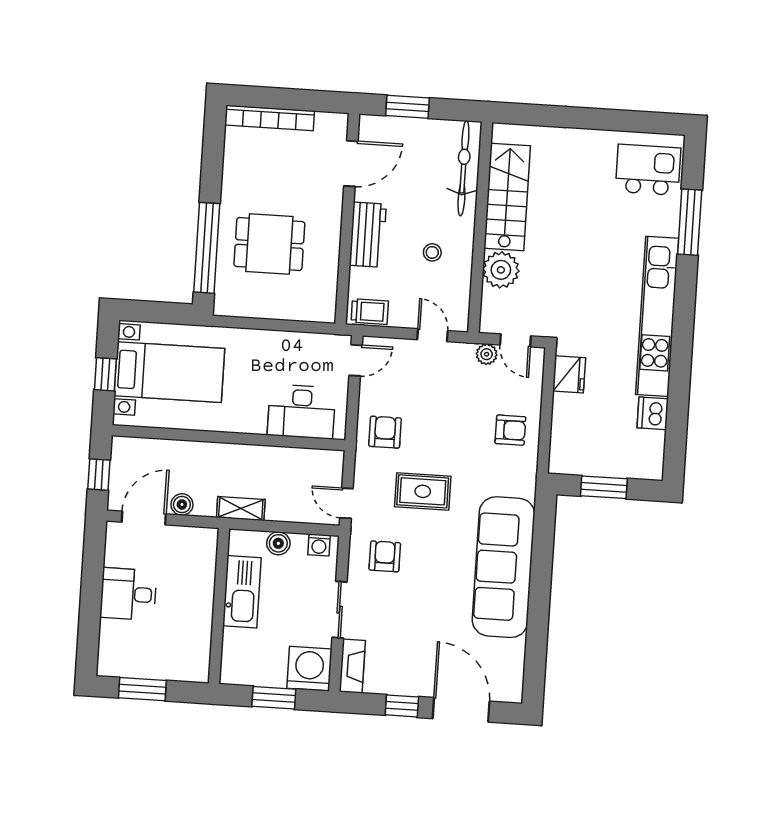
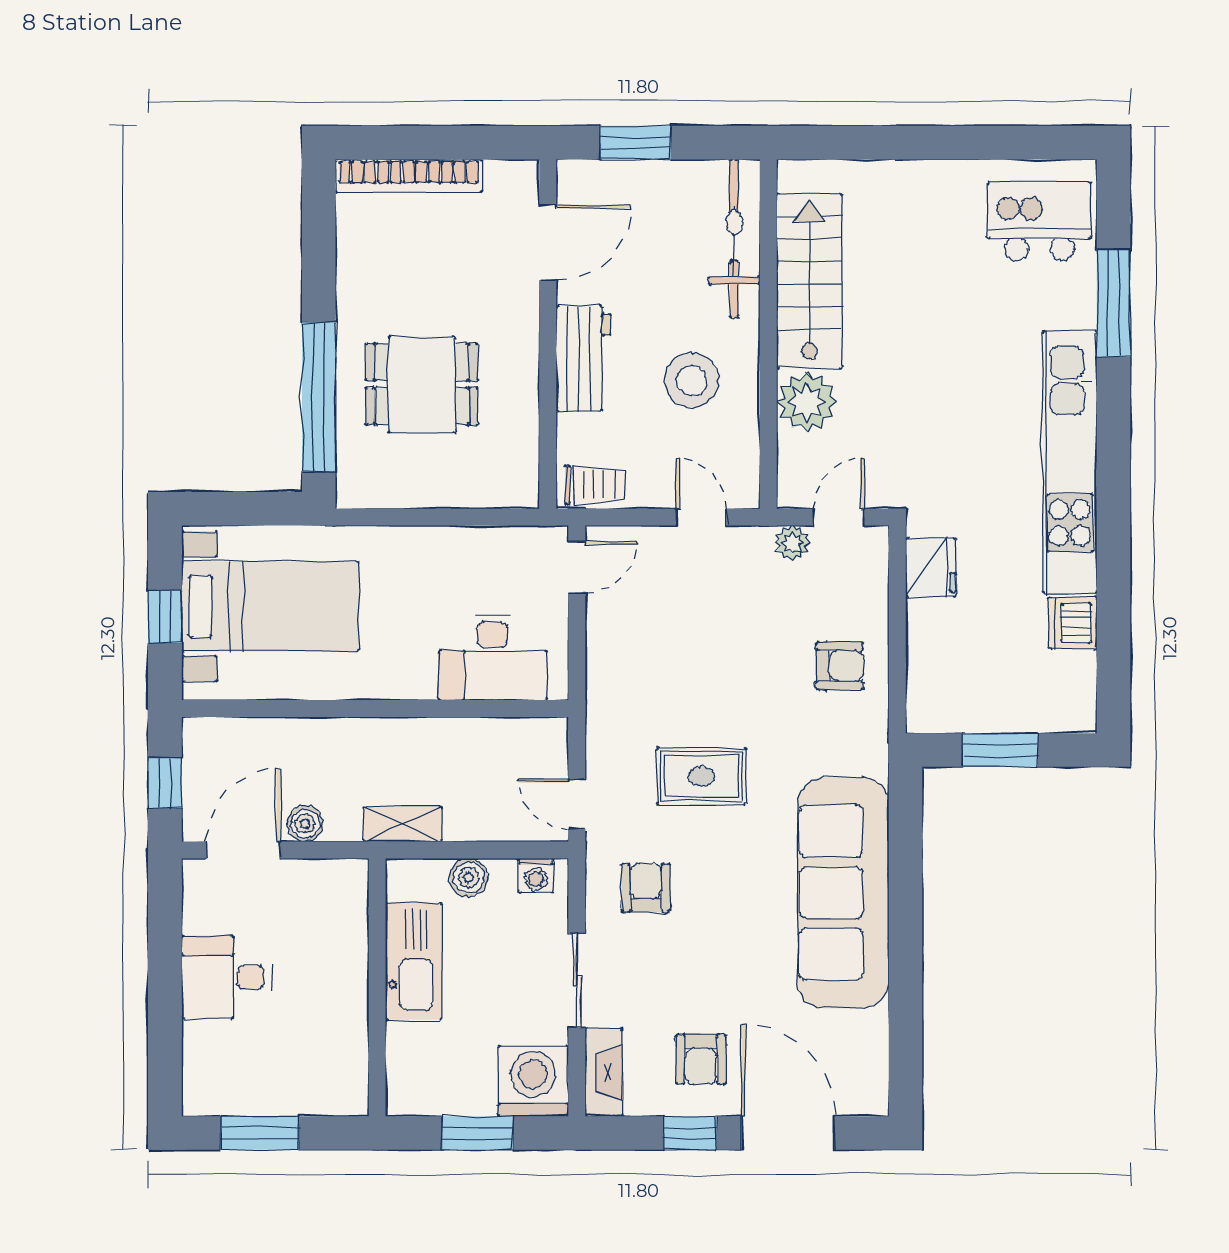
stool: (432, 252) -> (692, 381), width x1.89, depth x1.89
door: (515, 340) -> (838, 517), swing flipped
armchair: (385, 432) -> (701, 1059), moved, turned 180

